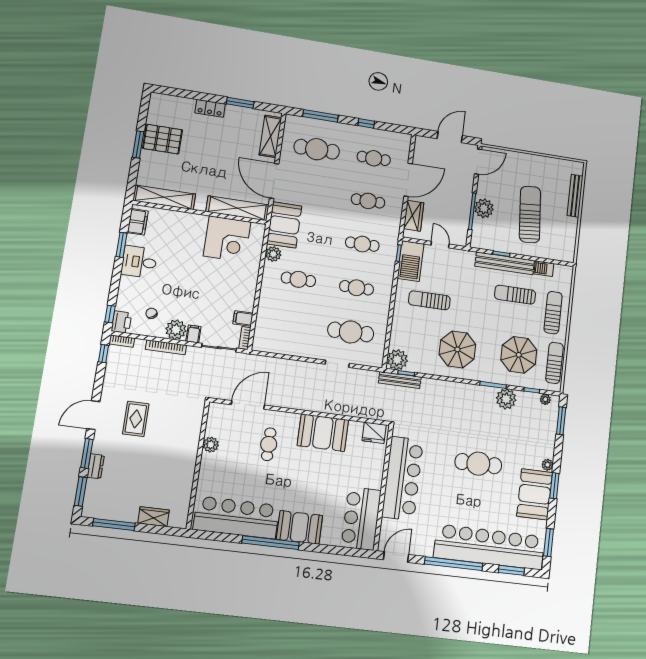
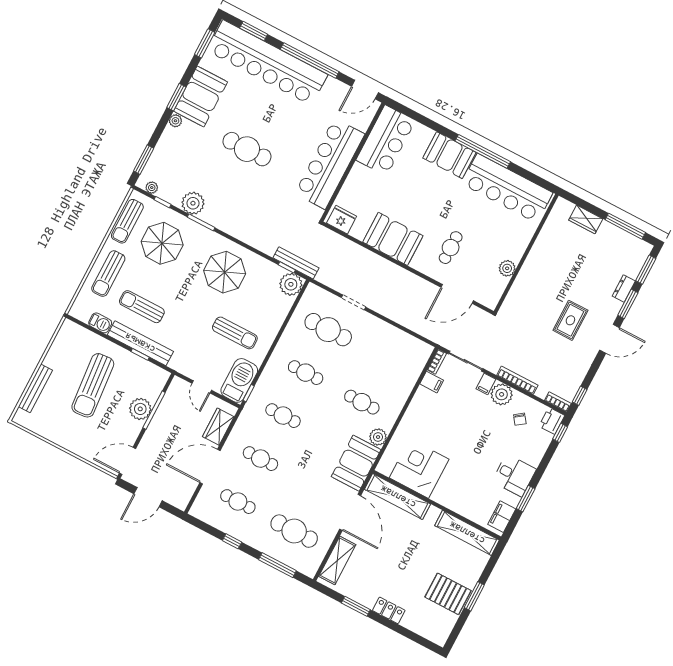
sun lounger: (515, 295) -> (142, 307), turned 180

